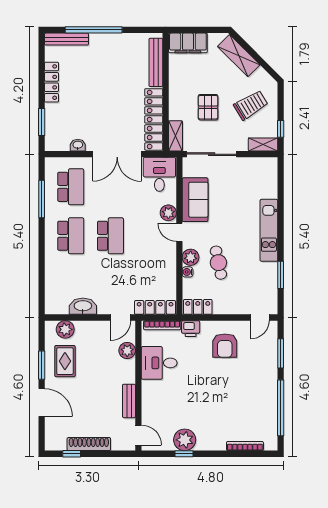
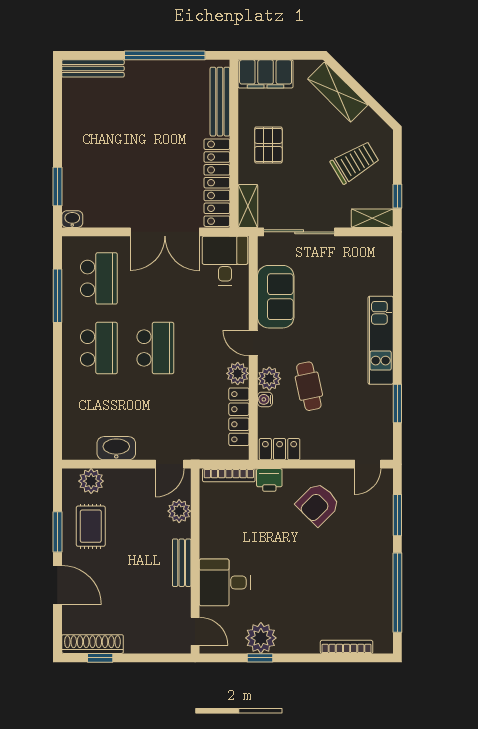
window: (94, 30) -> (165, 55), moved
locker: (51, 82) -> (72, 130), removed
pallet: (208, 107) -> (268, 145), moved
washbasin: (78, 145) -> (72, 219), moved
plant: (168, 213) -> (238, 373), moved
locker: (155, 307) -> (239, 417), moved, turned -90
armchair: (225, 346) -> (318, 504), turned 45
desk: (159, 363) -> (225, 582), moved
bench: (129, 401) -> (182, 563), moved
shoe rack: (89, 444) -> (92, 644), moved

